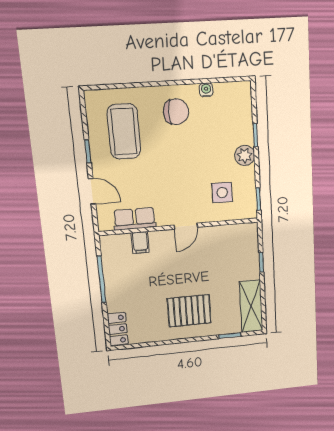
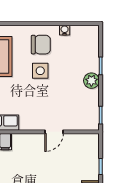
side table: (222, 193) -> (40, 71), moved
door: (186, 226) -> (54, 132), moved

